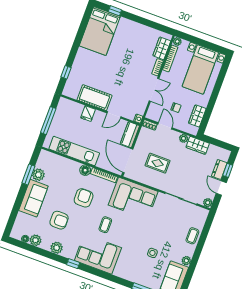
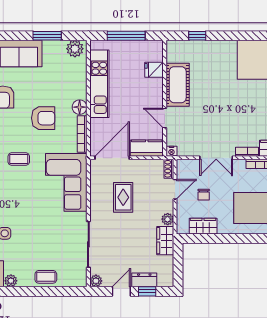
fridge: (88, 114) -> (154, 70), moved
plant: (38, 175) -> (75, 49), moved

